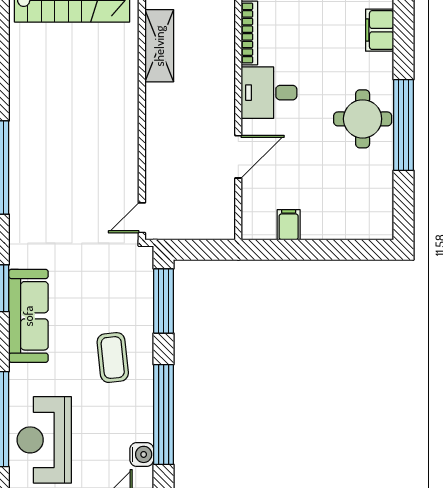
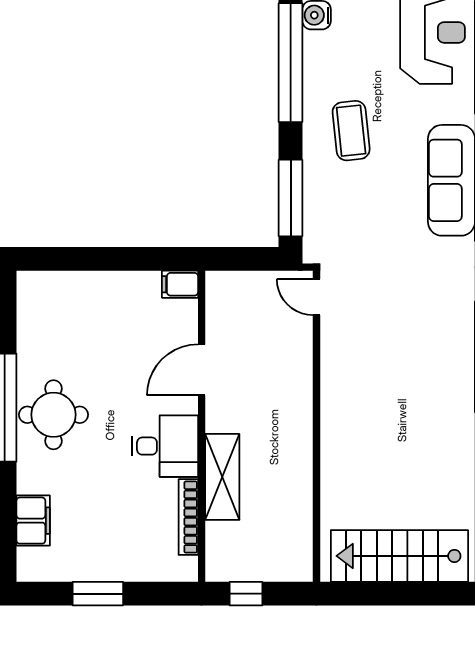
shelving: (159, 46) -> (222, 477), moved
door: (142, 218) -> (316, 297), swing flipped
filing cabinet: (289, 225) -> (180, 284), moved, turned 90

